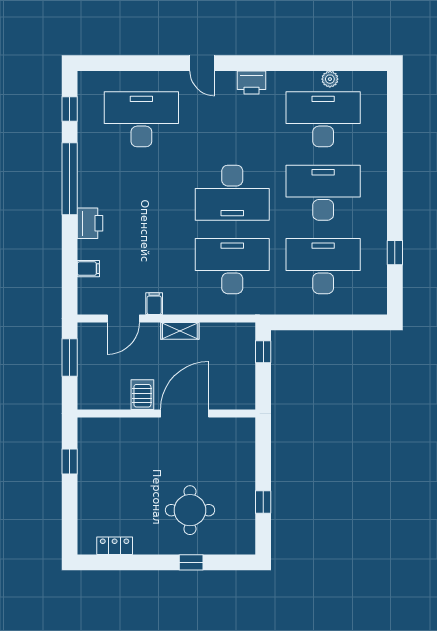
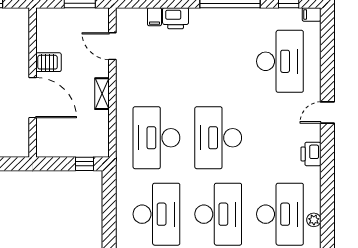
printer: (90, 223) -> (176, 18), moved
desk: (232, 266) -> (156, 138), turned 180
filing cabinet: (154, 304) -> (312, 14), moved, turned 180

